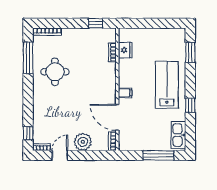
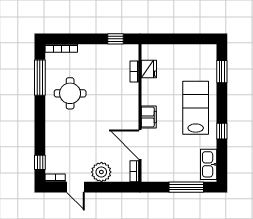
filing cabinet: (125, 93) -> (149, 117), width x2.00
door: (60, 155) -> (76, 187), swing flipped

